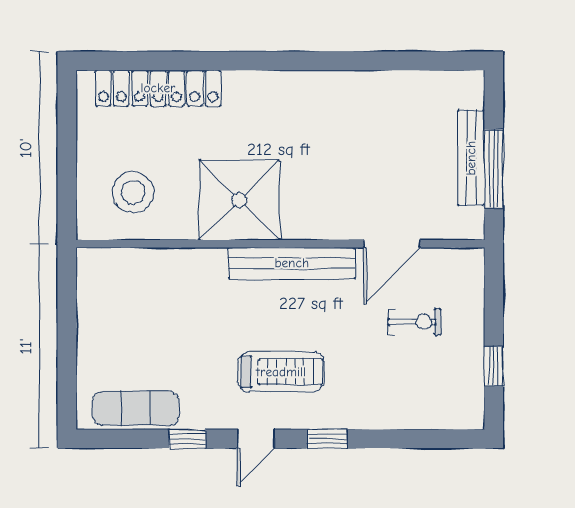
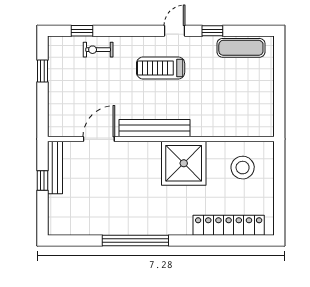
window: (326, 61) -> (135, 240), added
bench: (471, 158) -> (55, 167), moved
window: (494, 169) -> (43, 181), width x0.46
exercise bike: (414, 322) -> (98, 50), moved
window: (327, 439) -> (82, 31), moved

